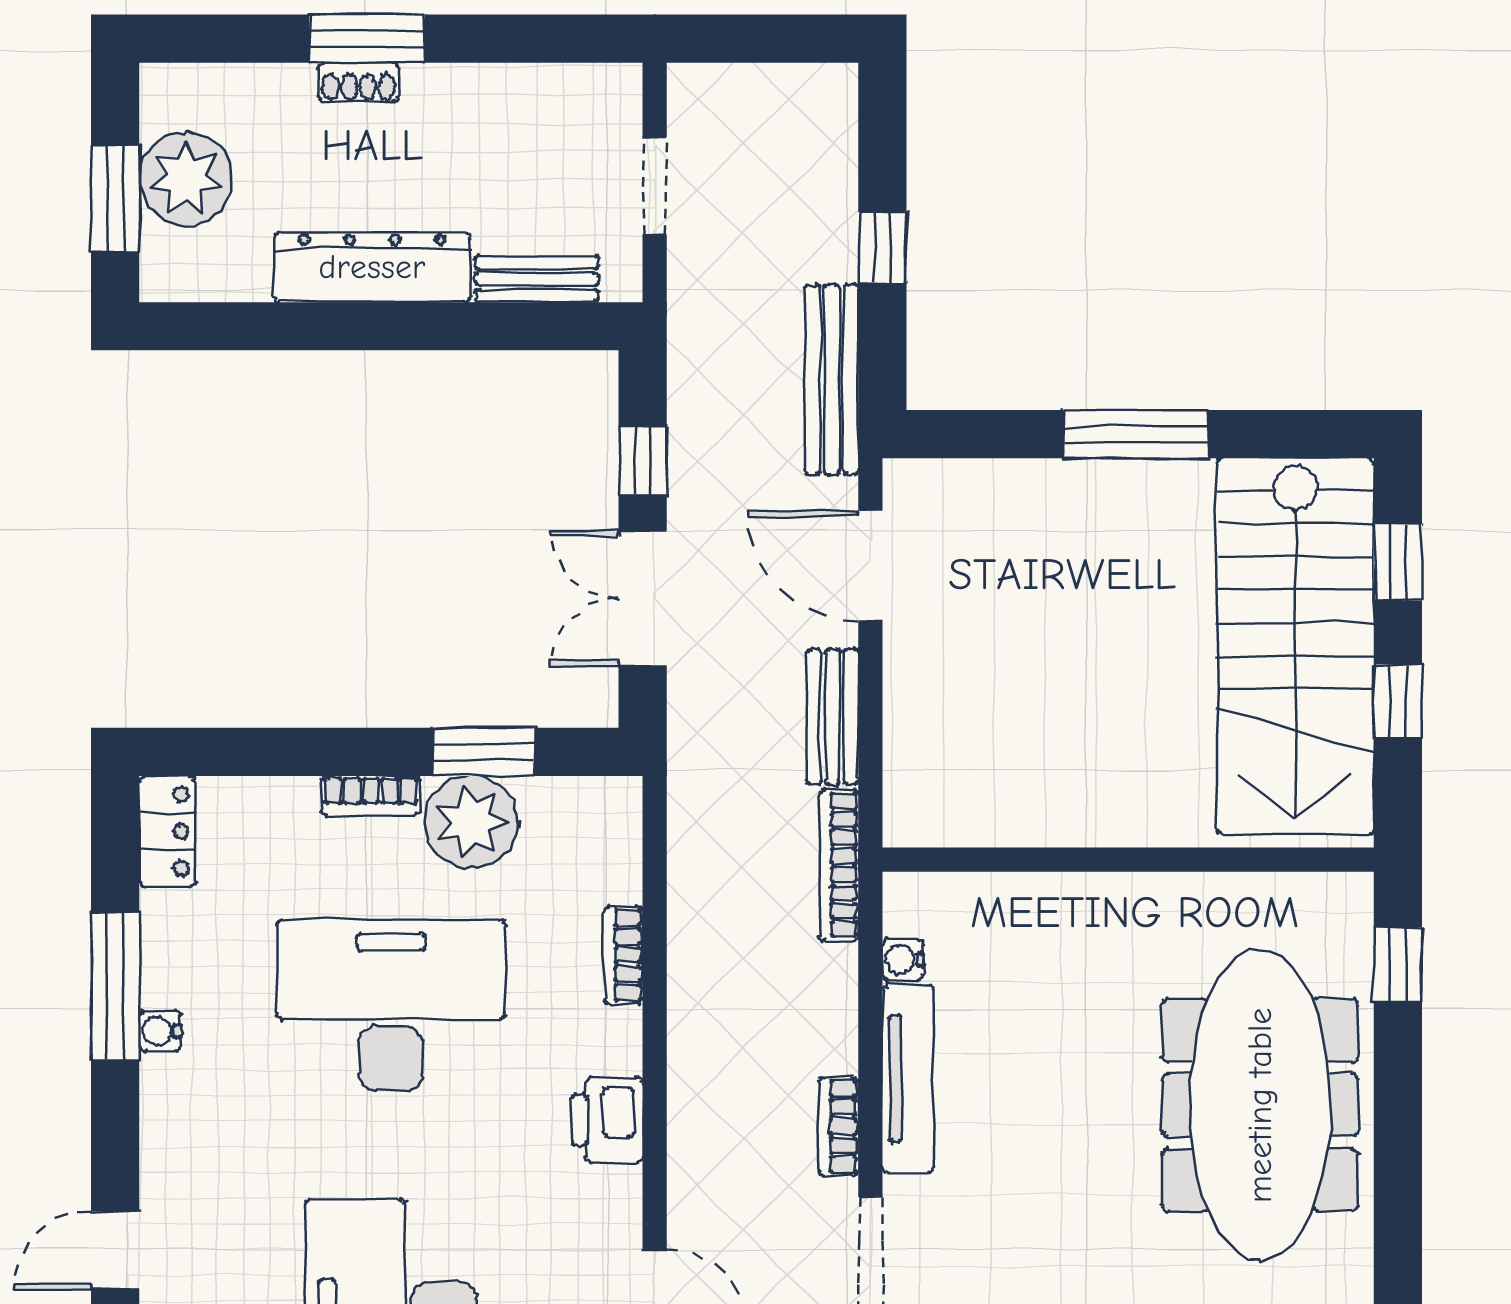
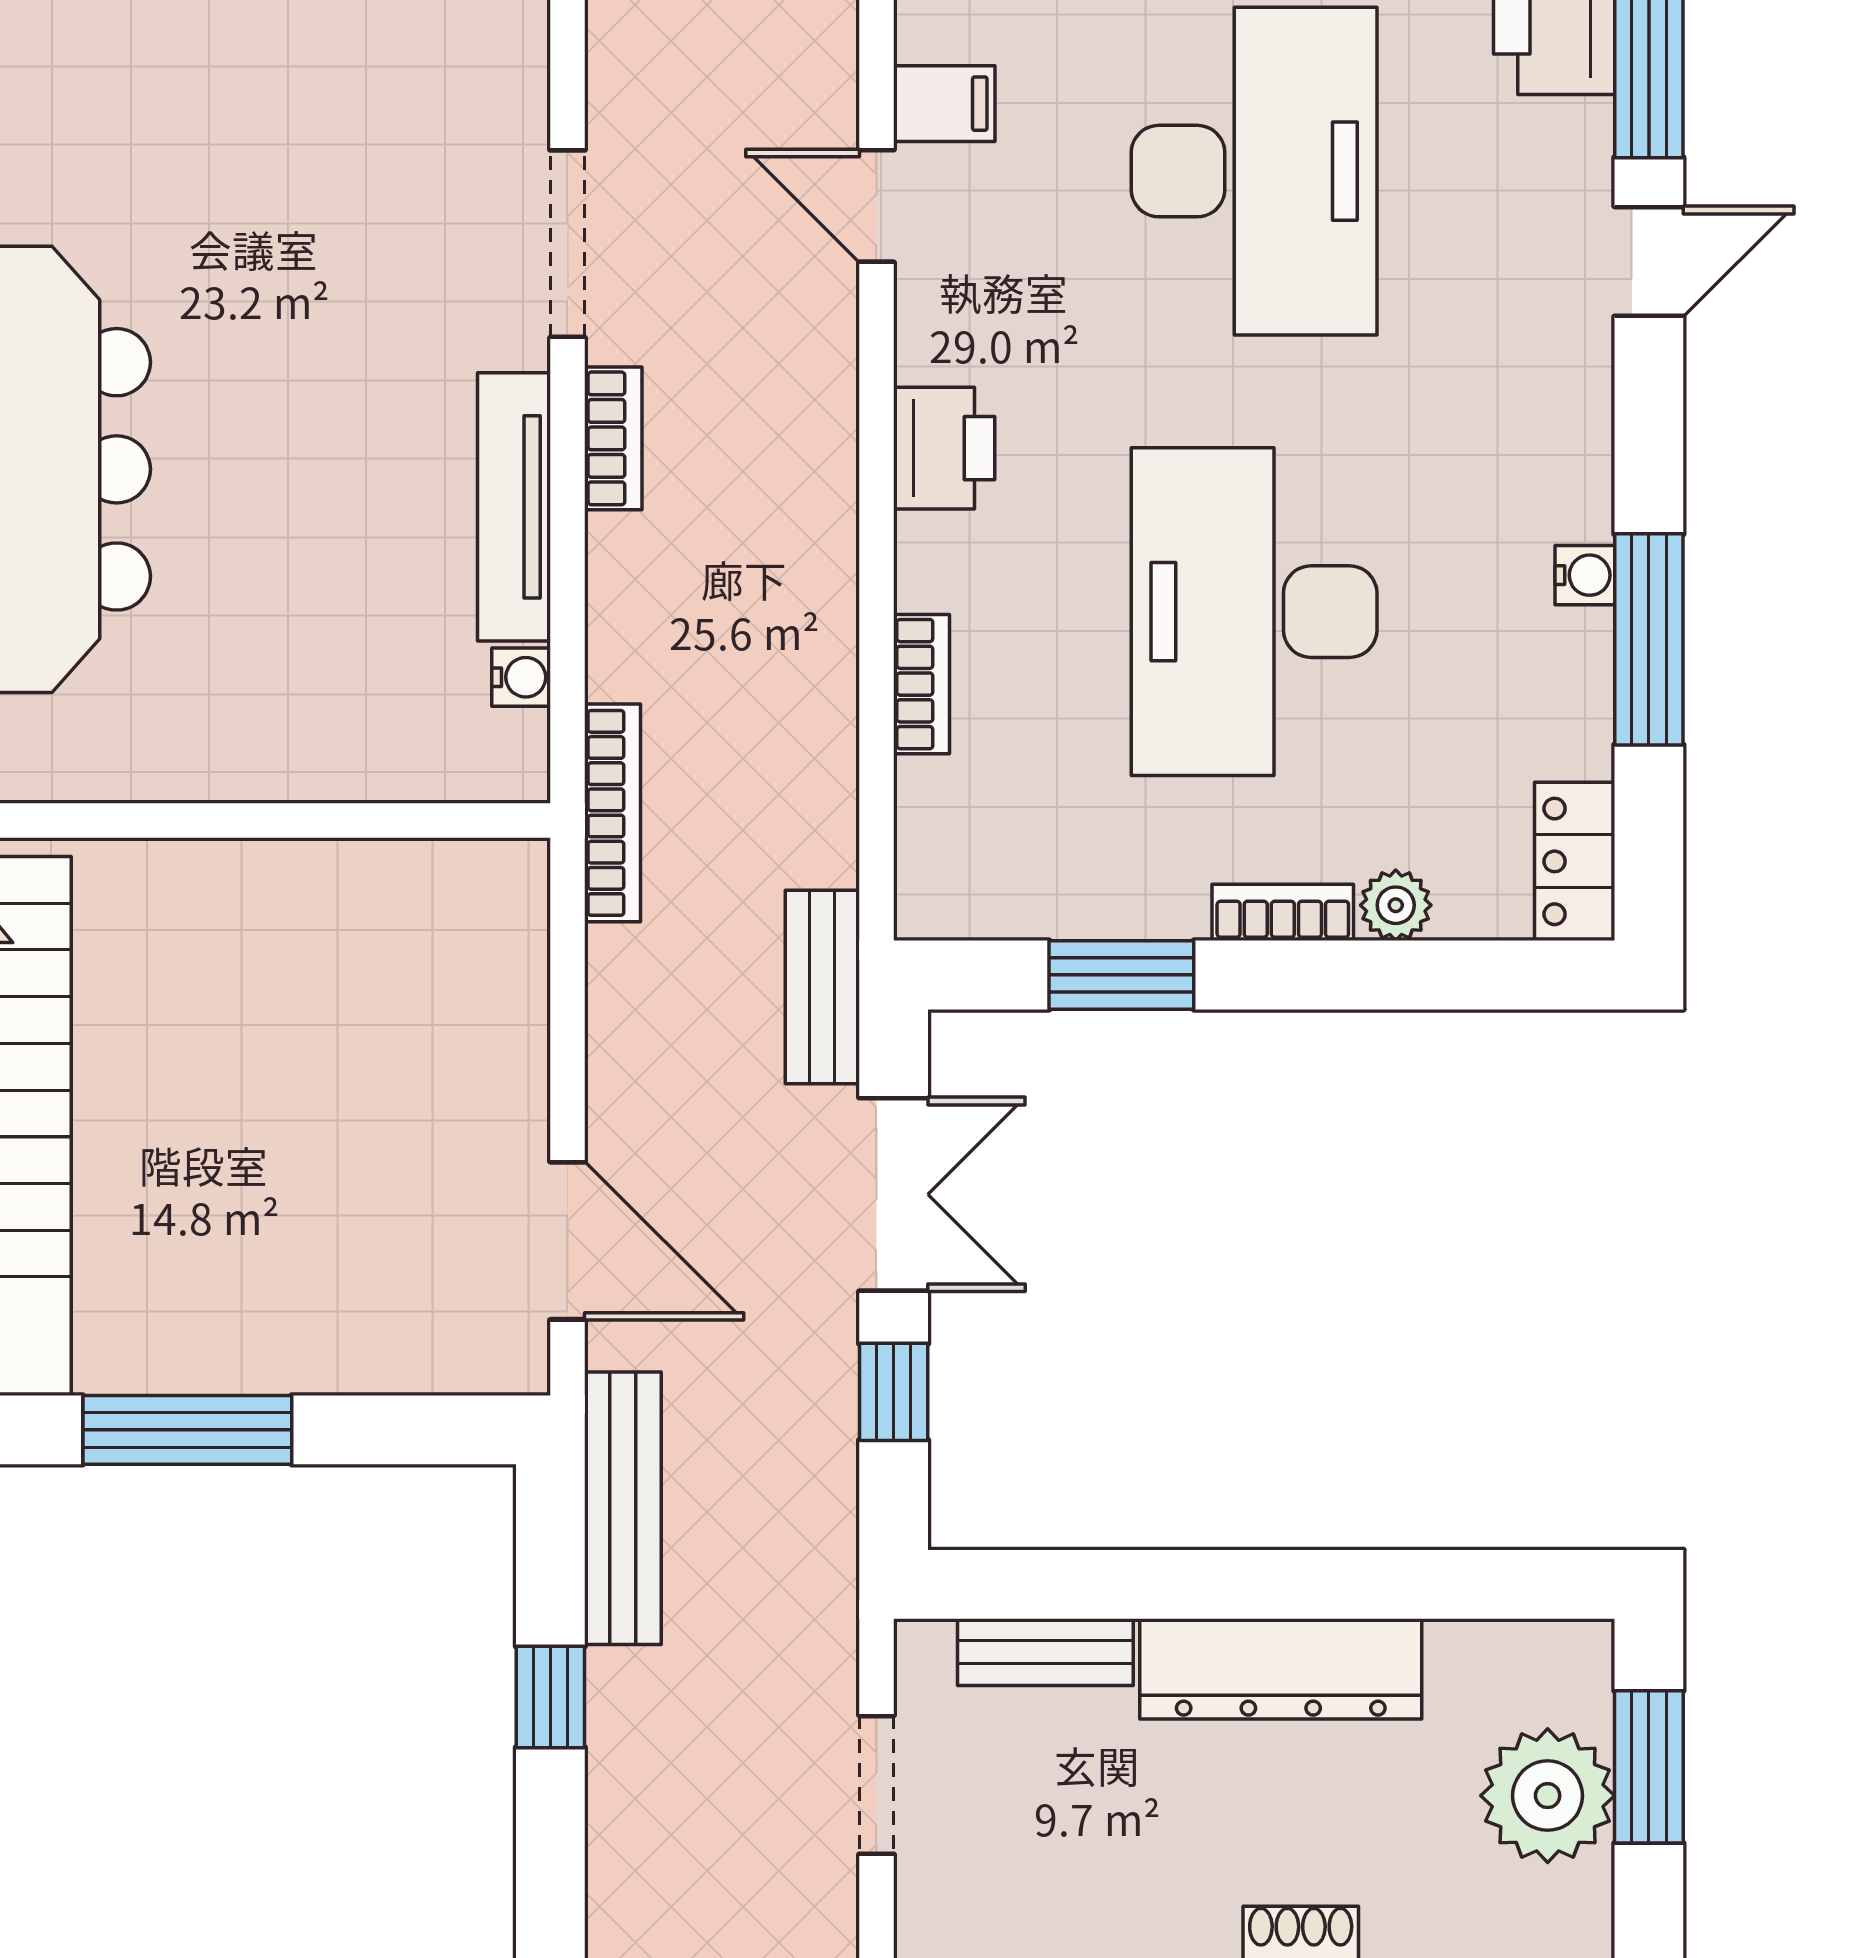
bench: (833, 716) -> (822, 987), moved
plant: (471, 822) -> (1396, 905), moved, width x0.53, depth x0.53
desk: (391, 1006) -> (1254, 612), turned 90

